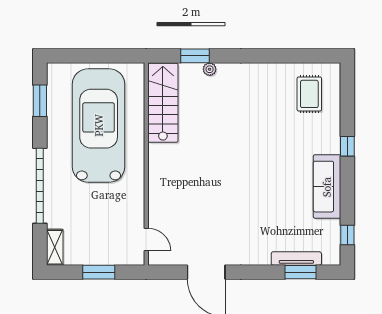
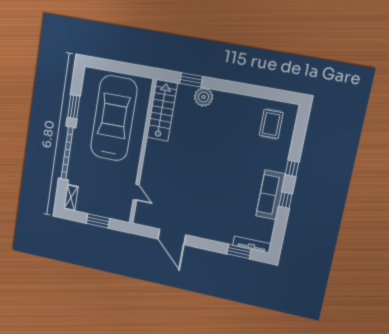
plant: (210, 69) -> (204, 97), width x1.88, depth x1.88
window: (40, 101) -> (74, 107), moved
window: (347, 235) -> (285, 200), moved
door: (146, 240) -> (136, 192), moved
tv unit: (296, 258) -> (252, 244), moved

